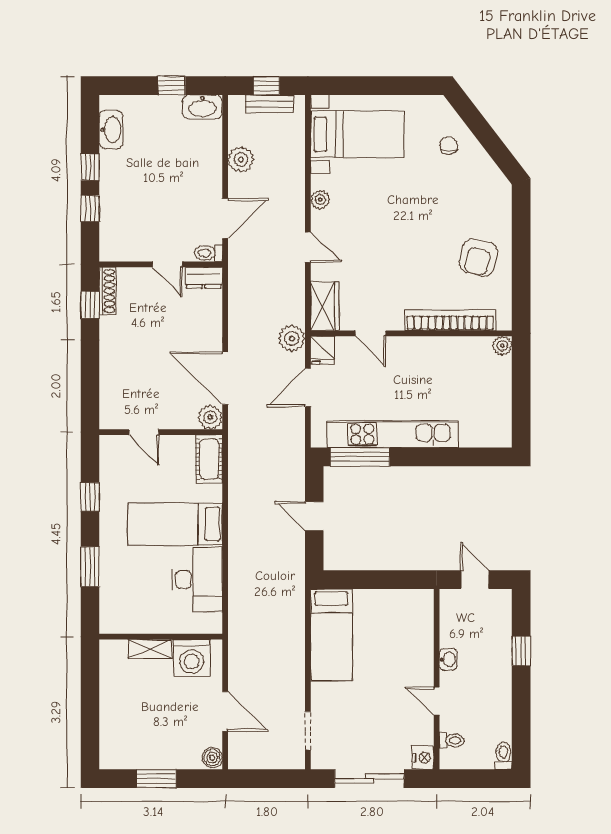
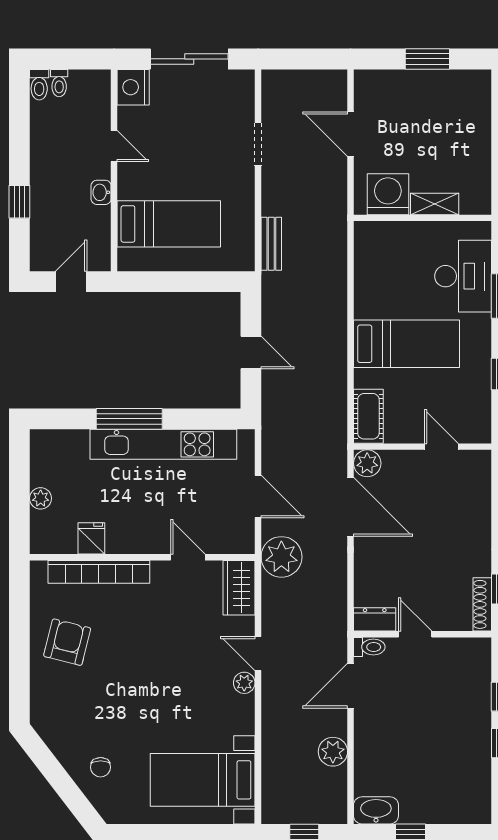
bench: (269, 104) -> (271, 244), moved, turned 90
washbasin: (111, 130) -> (478, 785), removed
plant: (320, 200) -> (244, 683), moved
plant: (292, 338) -> (281, 557), width x1.36, depth x1.36
plant: (502, 346) -> (41, 498), moved
fridge: (322, 350) -> (91, 538), moved
door: (308, 388) -> (258, 496), hinge flipped
window: (360, 457) -> (129, 419), moved
desk: (197, 579) -> (463, 276), moved, turned 180
door: (475, 580) -> (71, 282), swing flipped
bed: (331, 635) -> (169, 224), moved, turned 90
doorway: (308, 731) -> (258, 144), moved
toilet: (452, 740) -> (59, 83), moved, turned -90
boiler: (212, 758) -> (365, 82), removed
nightstand: (423, 758) -> (133, 87), width x1.36, depth x1.33

